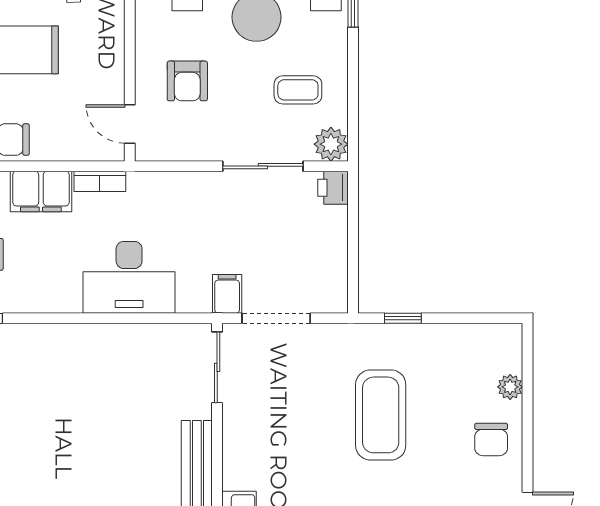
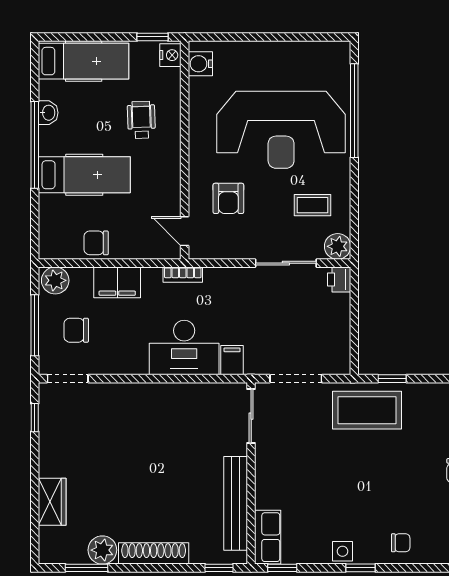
bookcase: (100, 181) -> (183, 275), moved
filing cabinet: (227, 294) -> (232, 360), moved
coffee table: (381, 415) -> (367, 410), moved, turned 90

